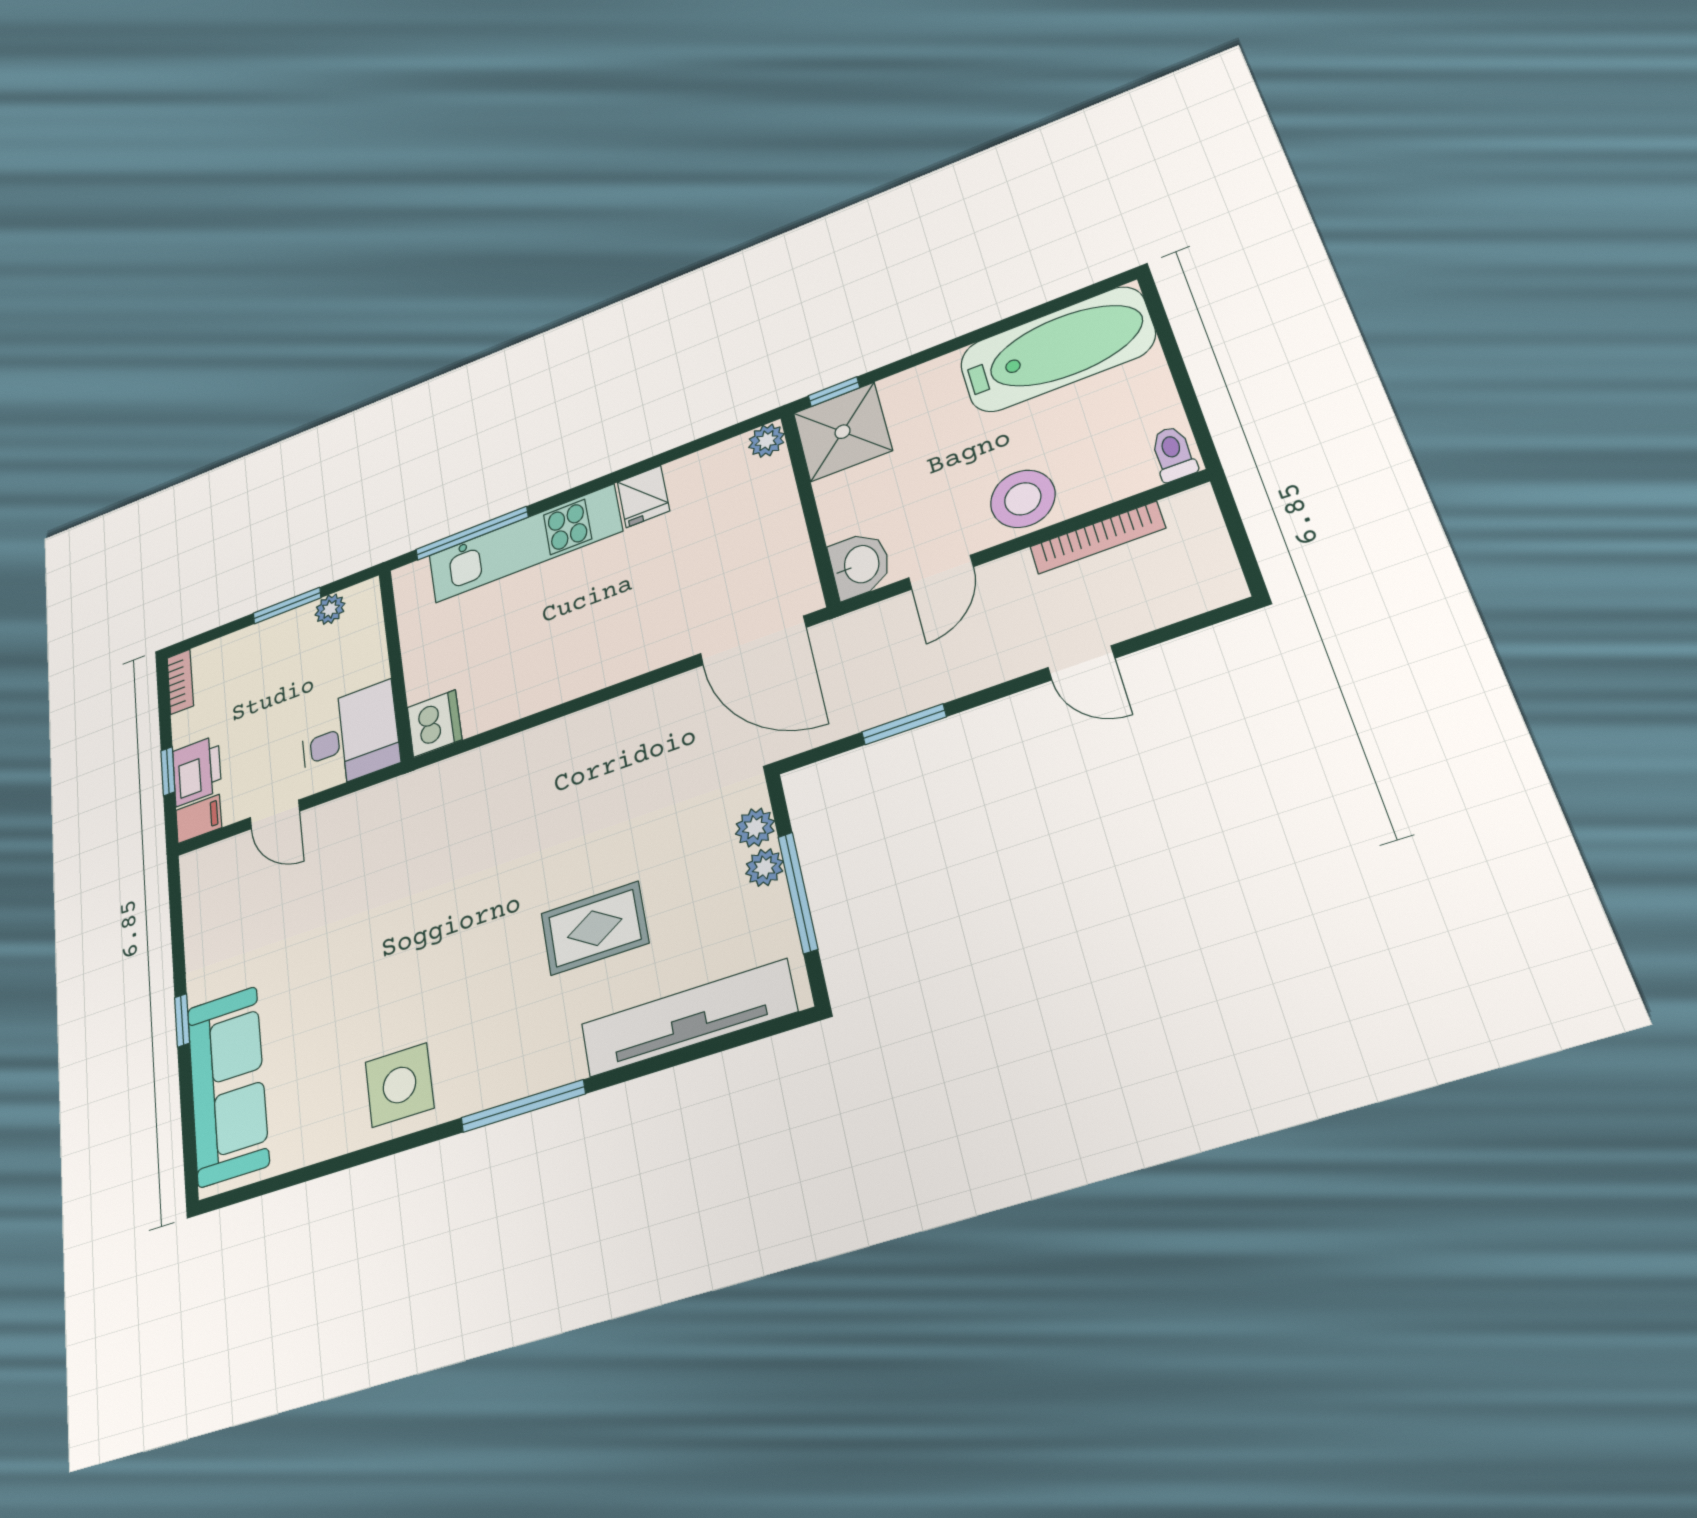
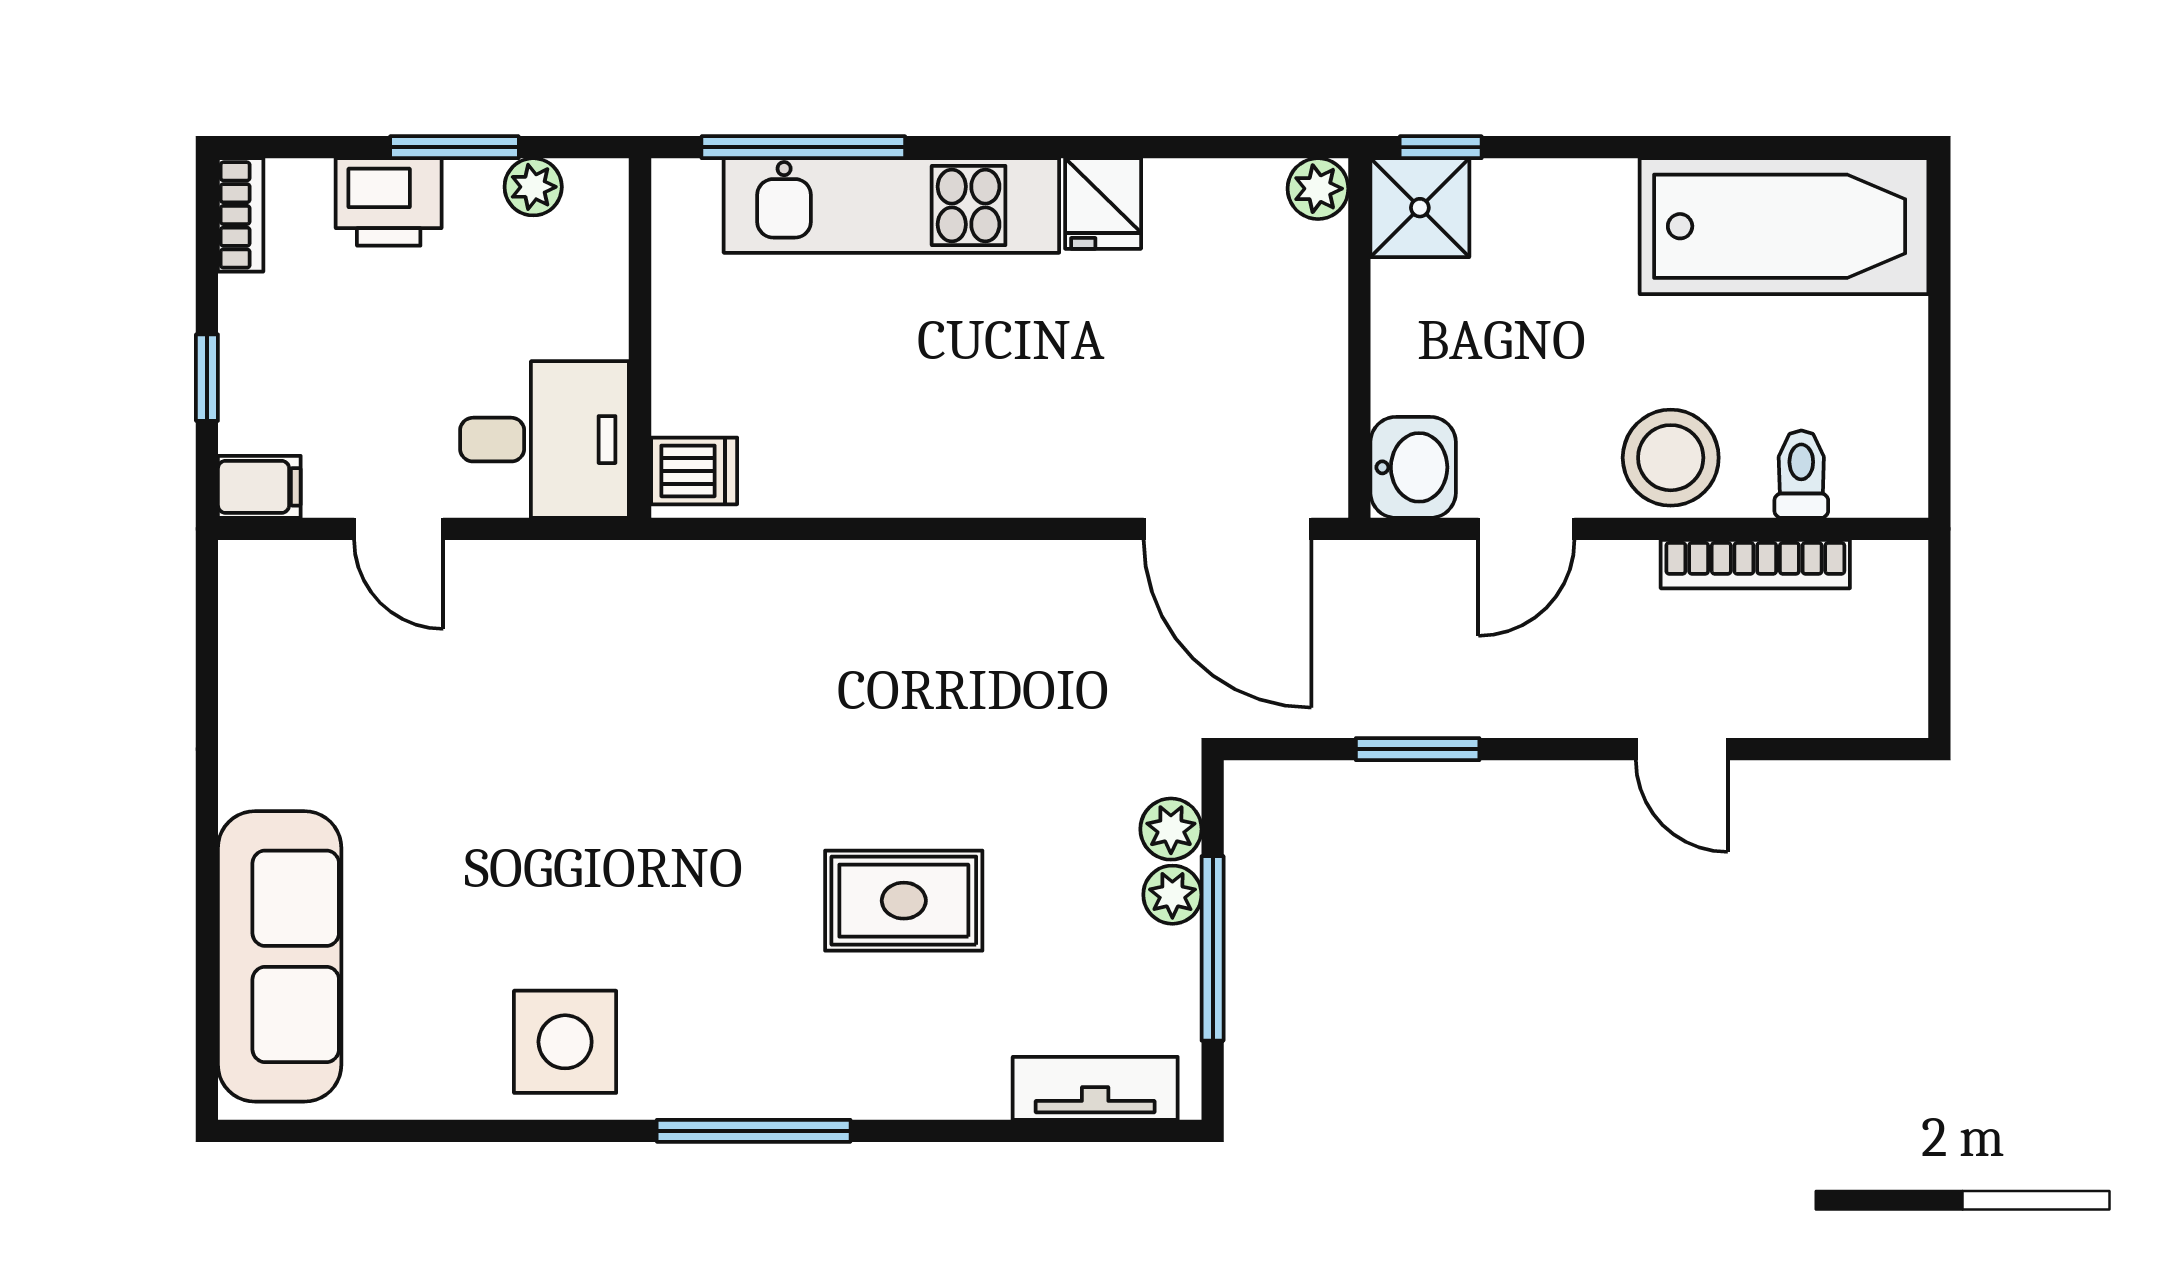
shower: (843, 432) -> (1420, 208), width x0.73, depth x0.73
toilet: (1173, 454) -> (1801, 474), moved
dishwasher: (435, 723) -> (694, 471), width x0.73
printer: (197, 771) -> (389, 202), moved, turned 90
tv unit: (688, 1018) -> (1095, 1088), width x0.52, depth x0.78
window: (182, 1020) -> (207, 826), removed

